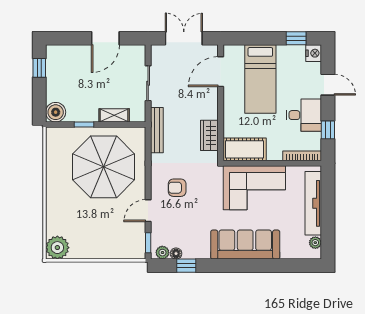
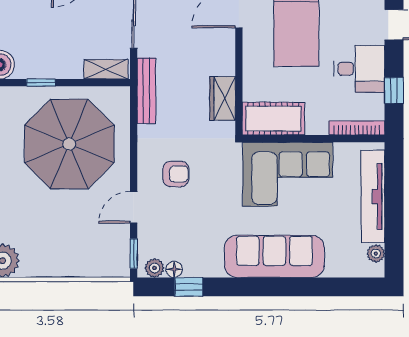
shelving: (114, 115) -> (106, 69), moved
armchair: (177, 188) -> (176, 174), turned 180

